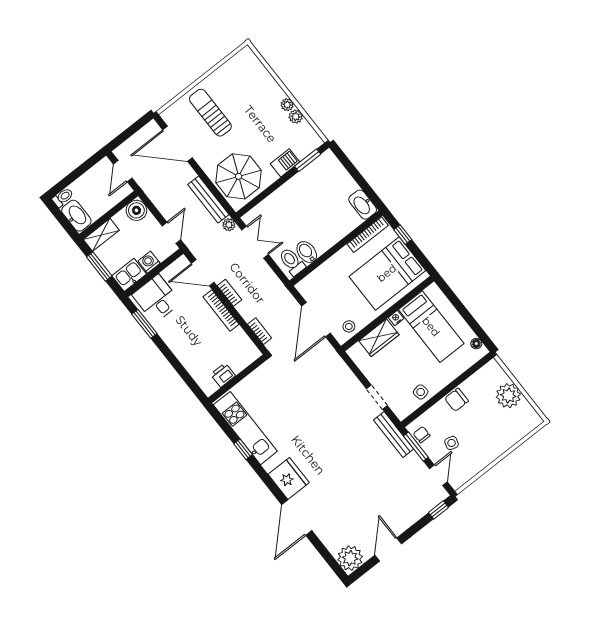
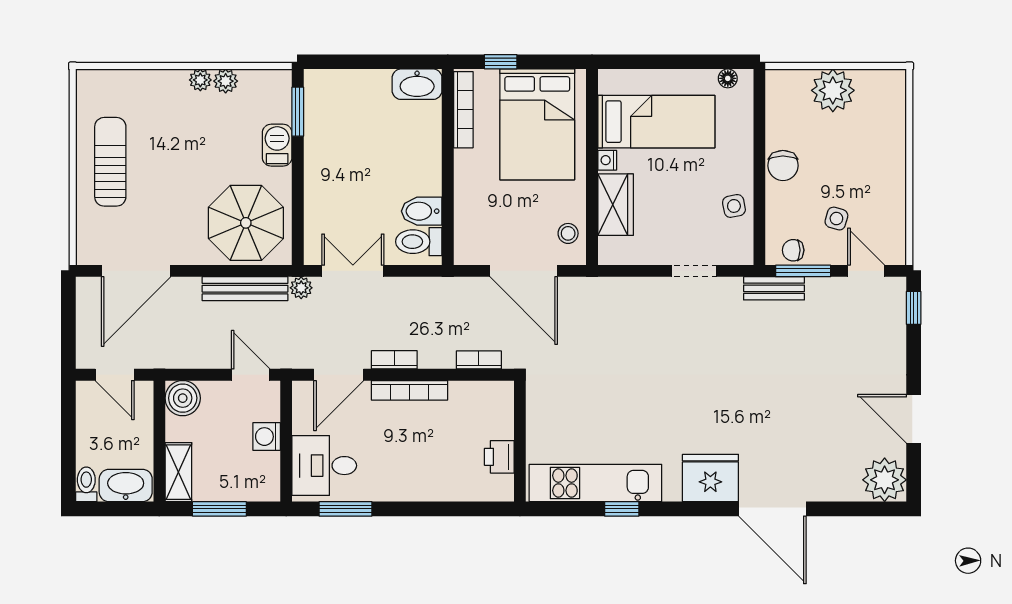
sun lounger: (210, 113) -> (110, 162), moved, turned 90
kitchen sink: (129, 275) -> (263, 477), removed
bench: (394, 435) -> (774, 288), width x0.73

